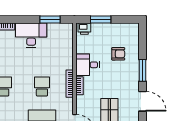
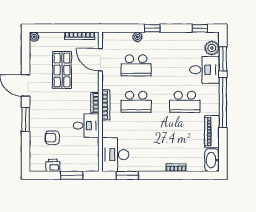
printer: (84, 29) -> (53, 165), moved
desk: (31, 35) -> (115, 155), moved, turned 90
school desk: (42, 86) -> (136, 102), width x1.85

